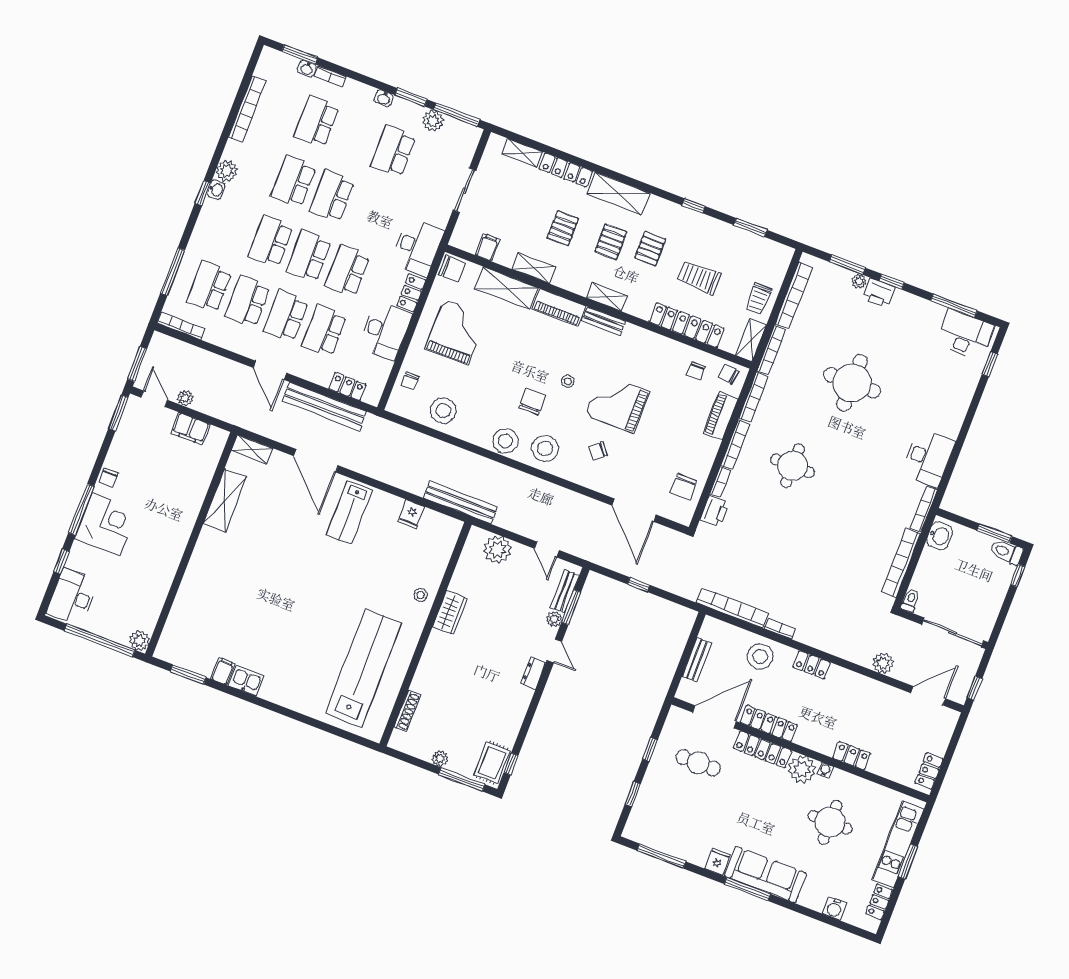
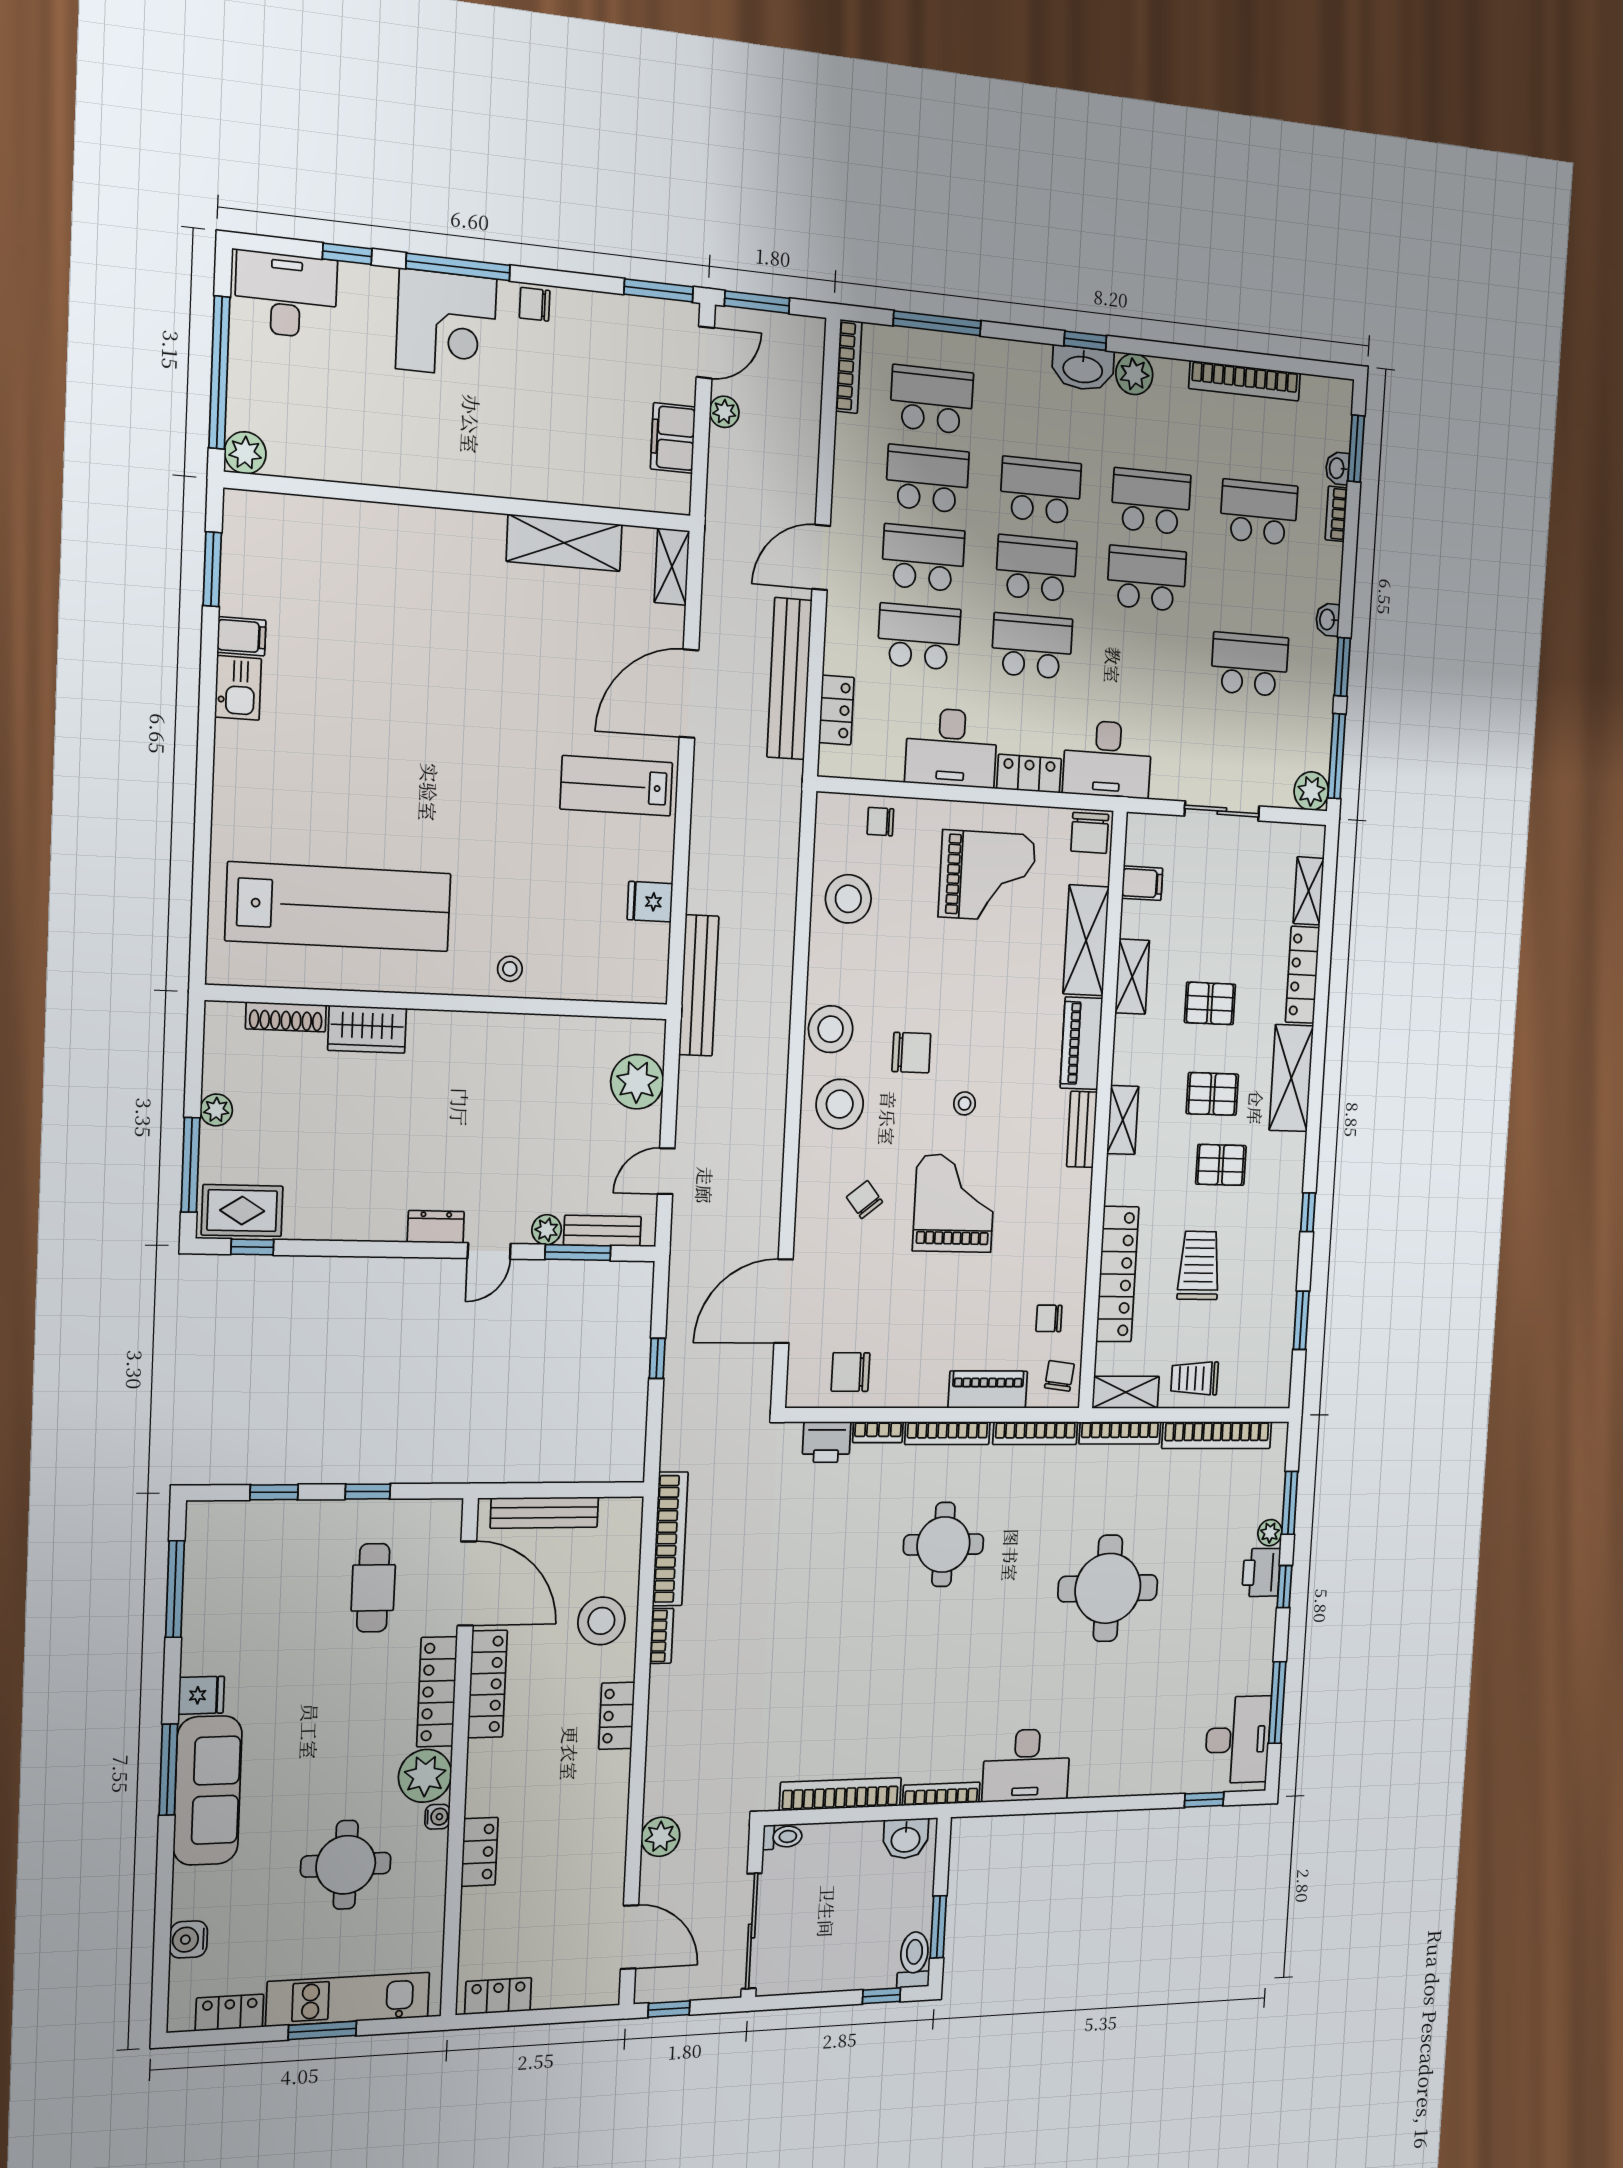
plant: (433, 121) -> (1311, 791), moved
washbasin: (216, 190) -> (1083, 368), width x1.91, depth x1.45
wardrobe: (450, 613) -> (367, 1029), moved
bench: (697, 660) -> (544, 1513), width x1.36

